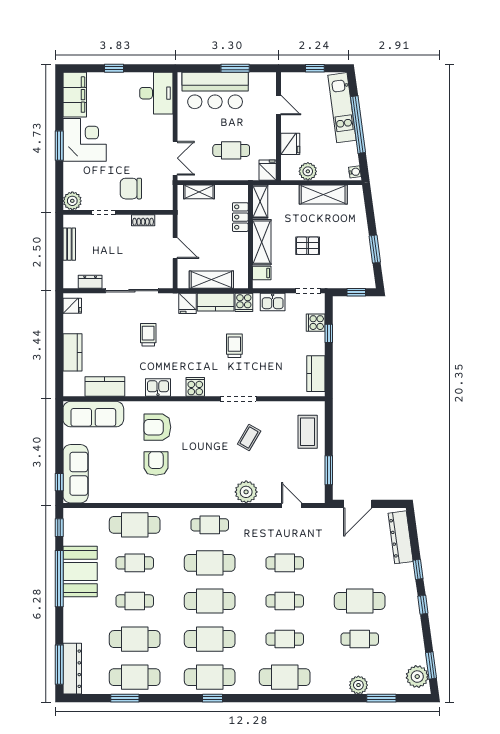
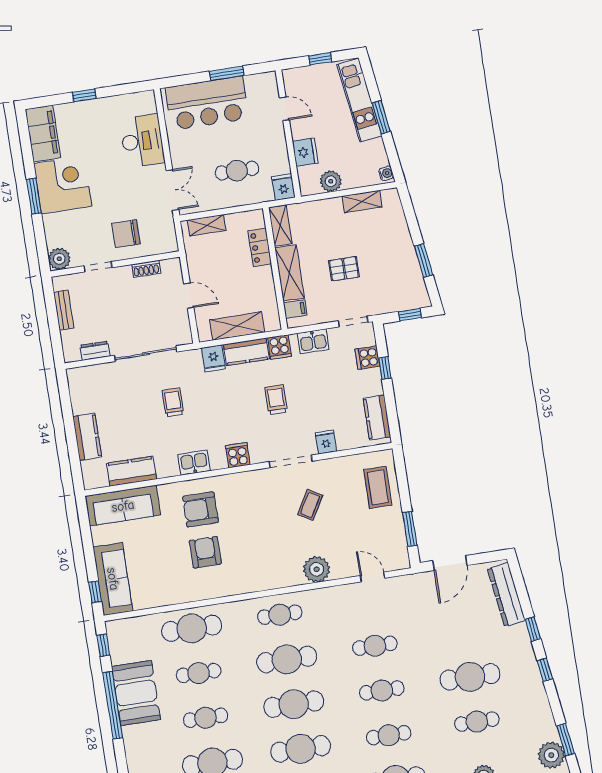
desk: (156, 93) -> (142, 141), moved
window: (358, 125) -> (381, 117), width x0.47
shelving: (323, 195) -> (362, 201), width x0.67, depth x0.75
fridge: (72, 306) -> (326, 442), moved, turned -90

